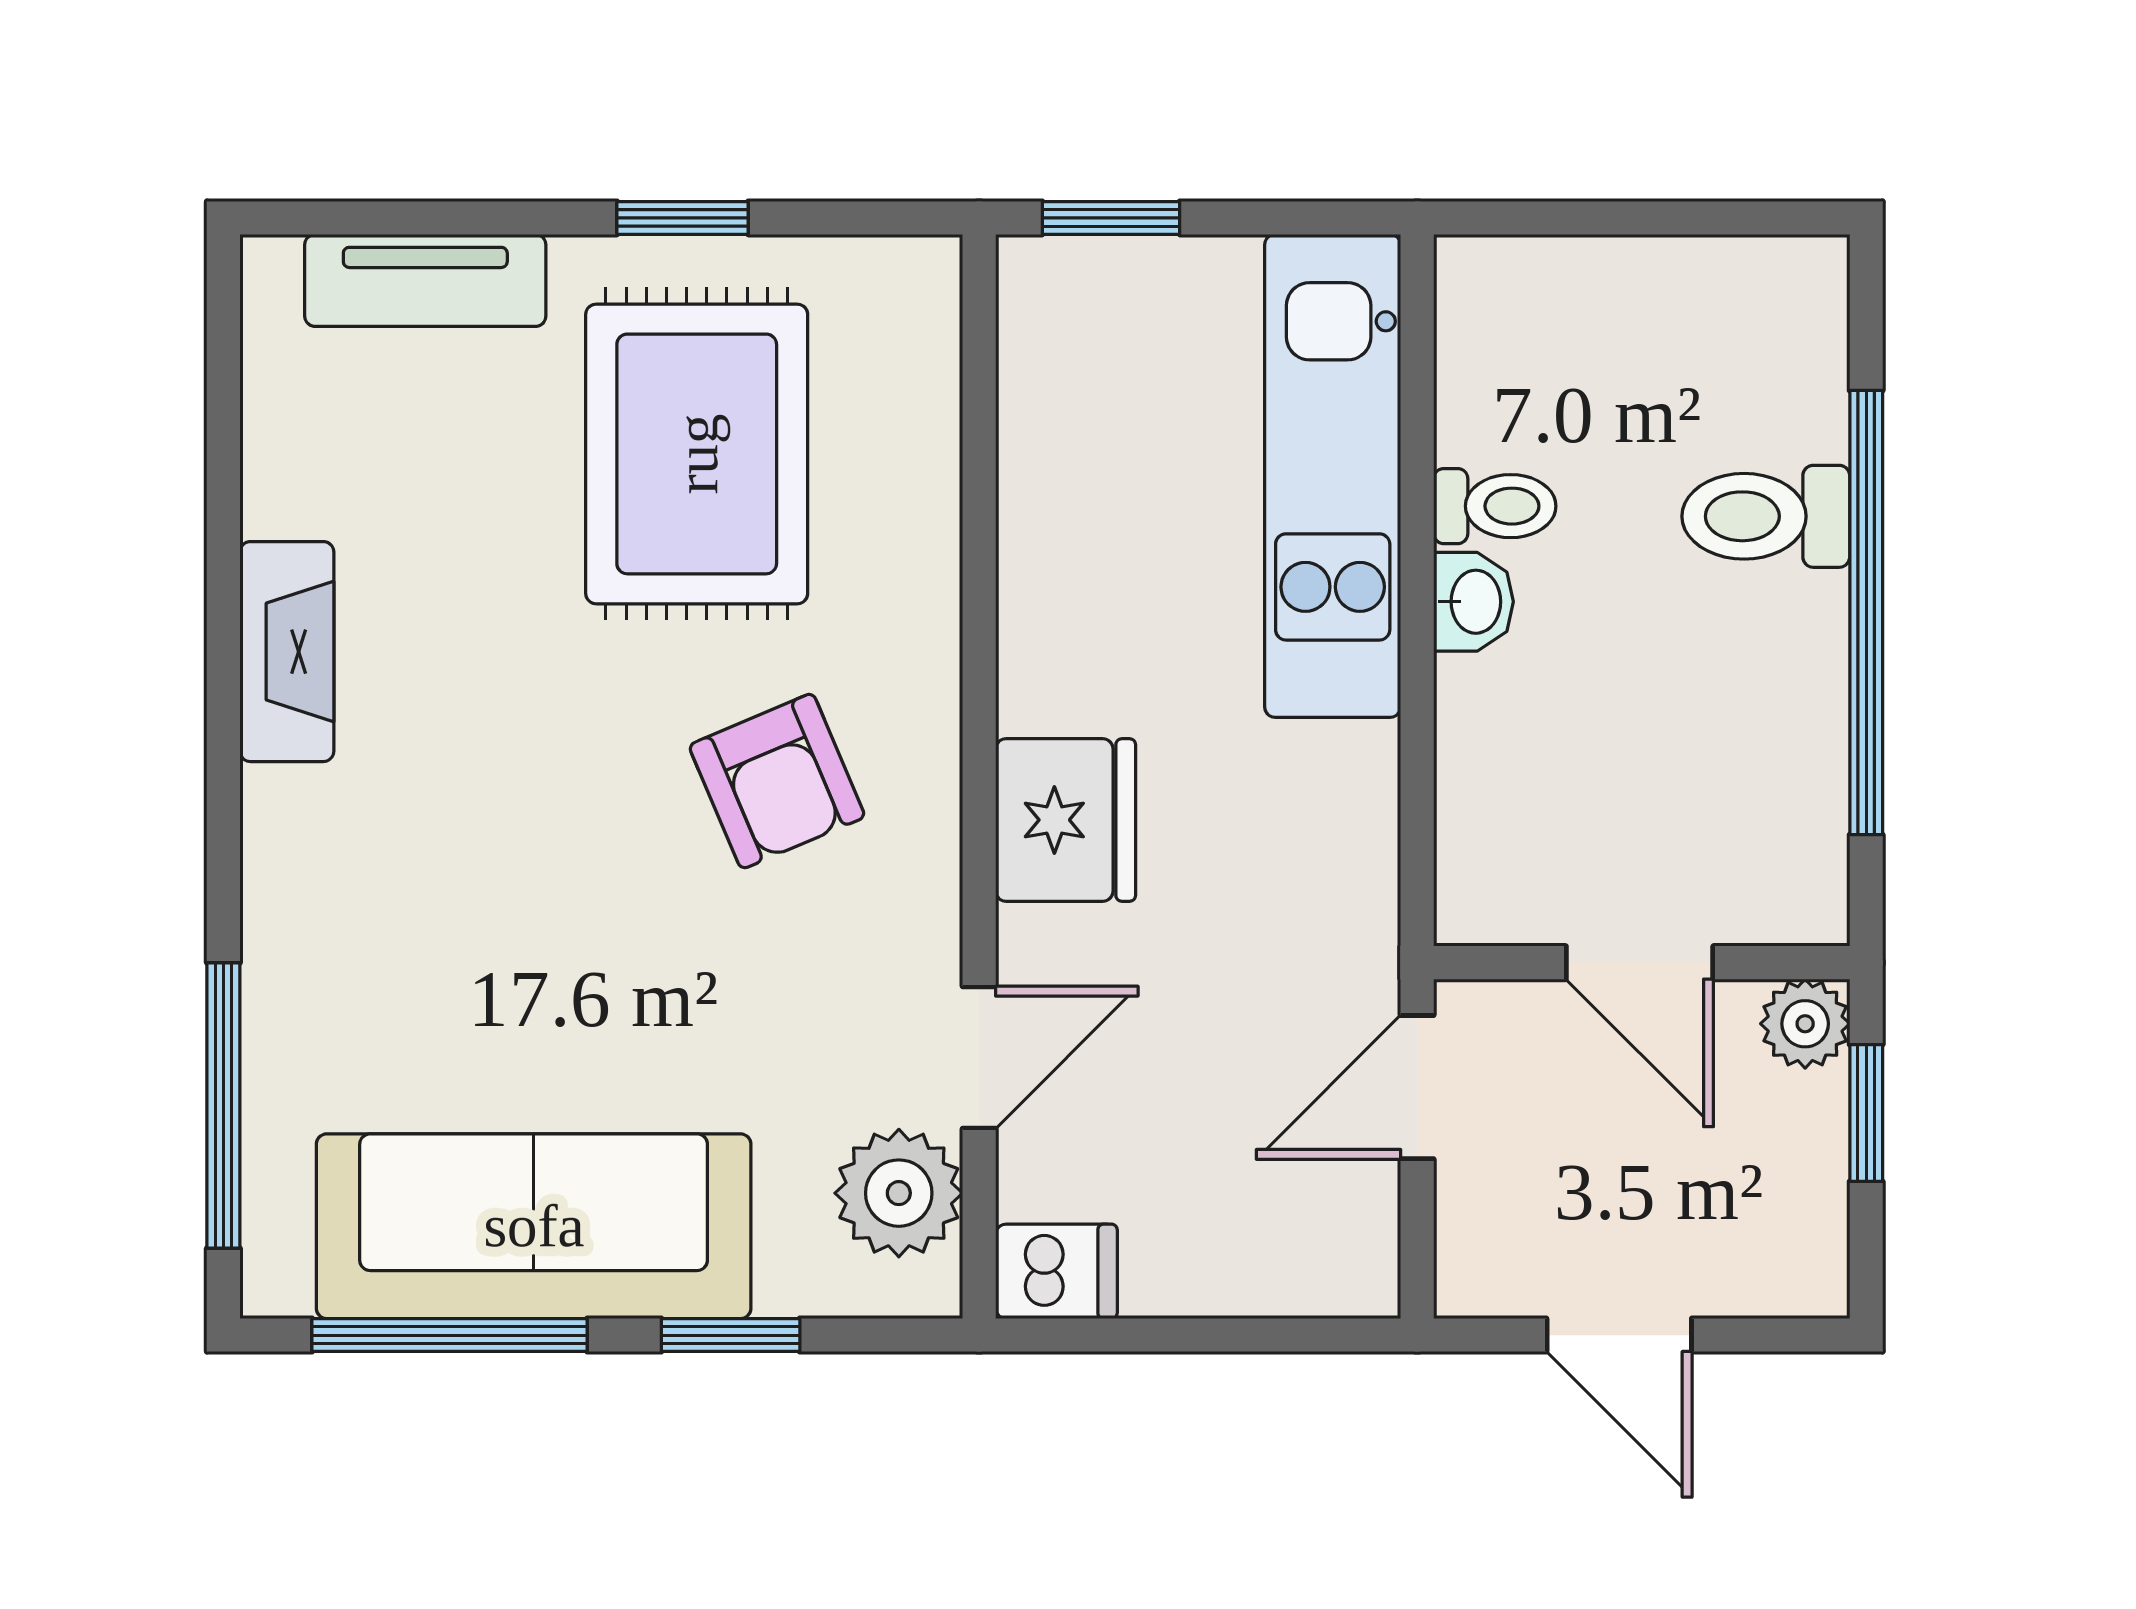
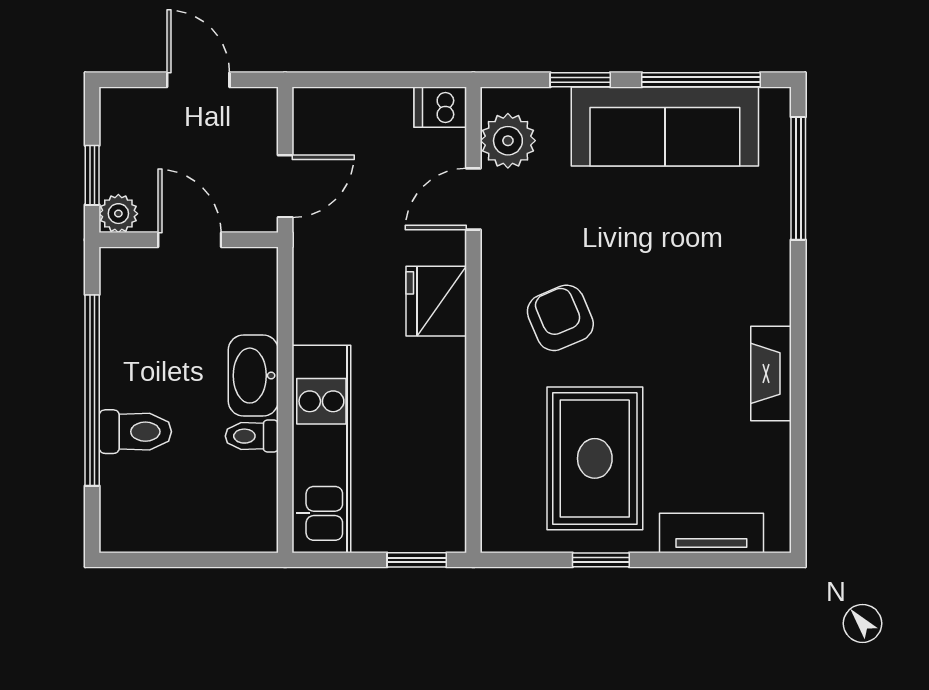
washbasin: (1473, 602) -> (253, 376), width x1.91, depth x1.45

